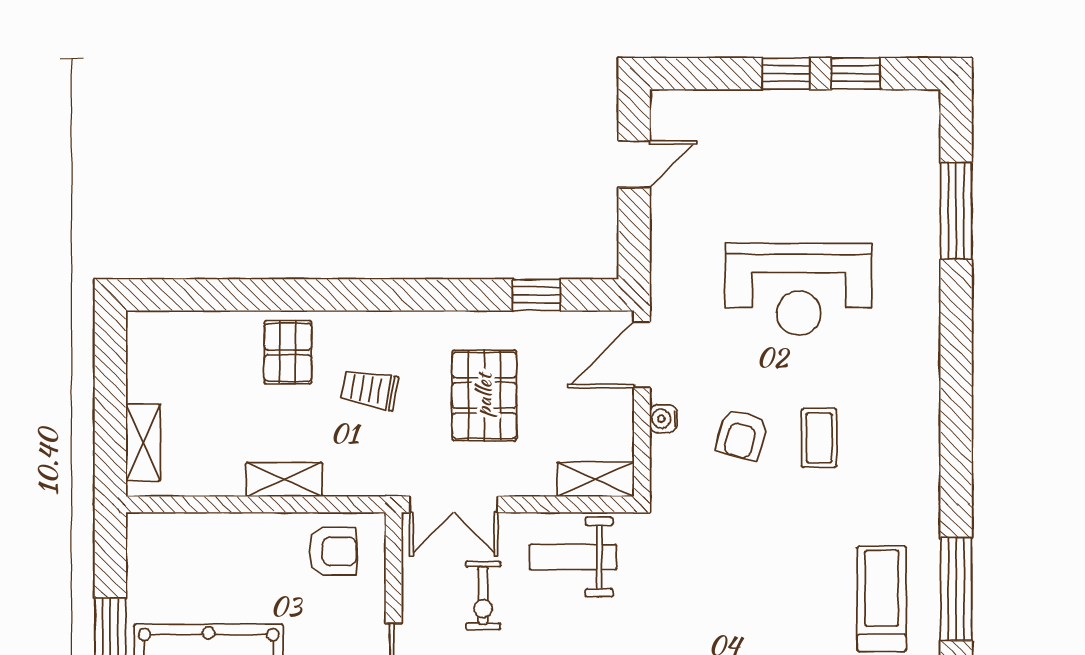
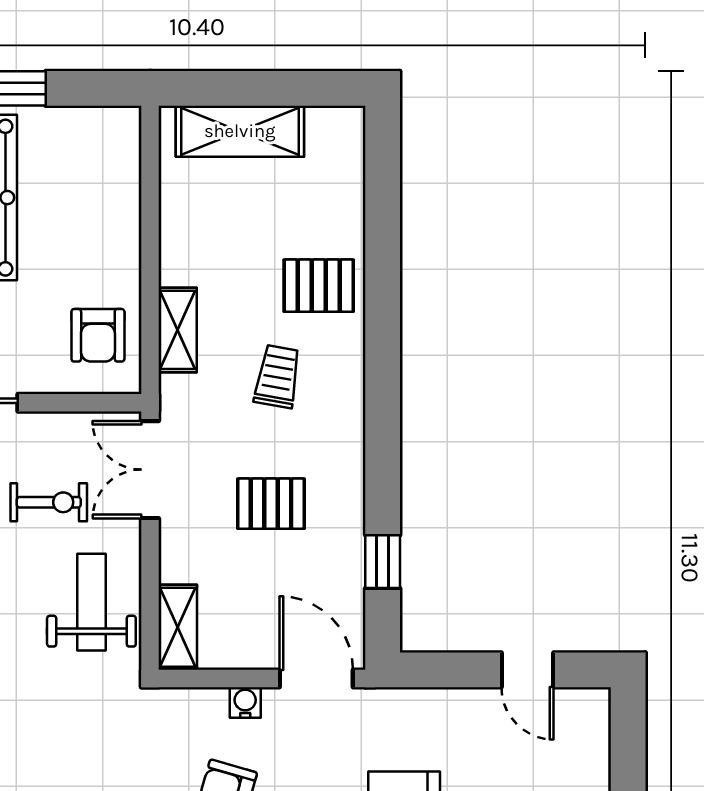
pallet: (484, 395) -> (271, 504), width x0.67, depth x0.71
shelving: (143, 443) -> (240, 131), width x1.50, depth x1.33
shelving: (284, 479) -> (178, 330), moved
exercise bike: (483, 596) -> (49, 502), turned 180

